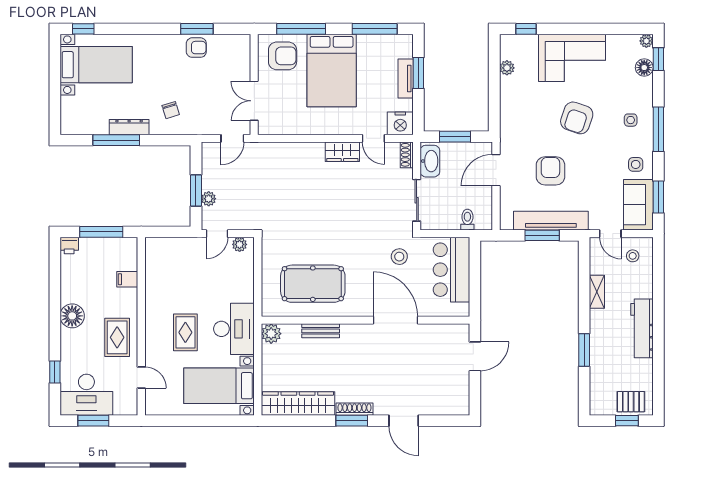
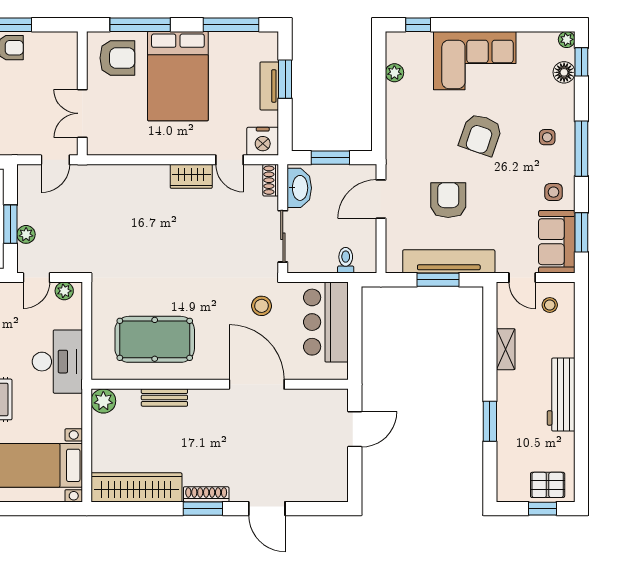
desk: (234, 329) -> (57, 362), moved

